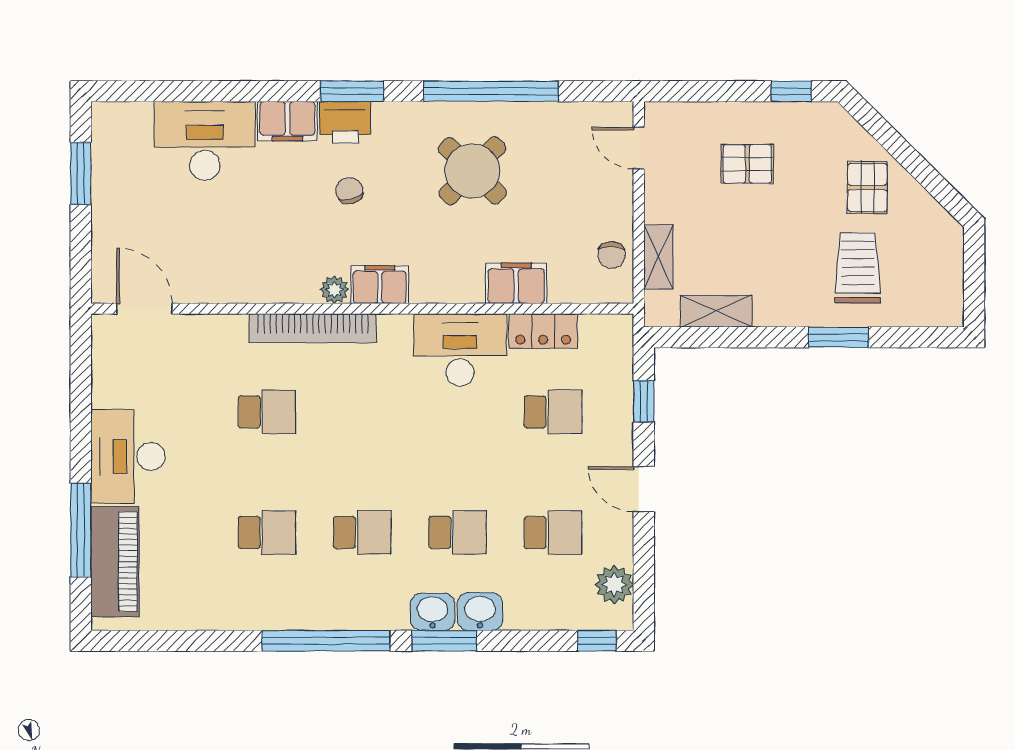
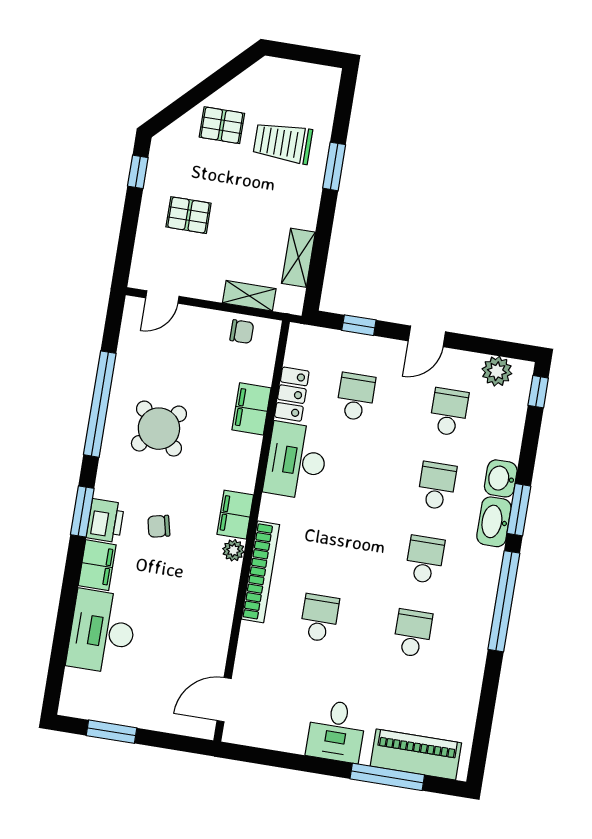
pallet: (747, 164) -> (189, 215), turned 90
desk: (128, 456) -> (336, 731), width x0.73
washbasin: (433, 612) -> (494, 522), width x1.38

